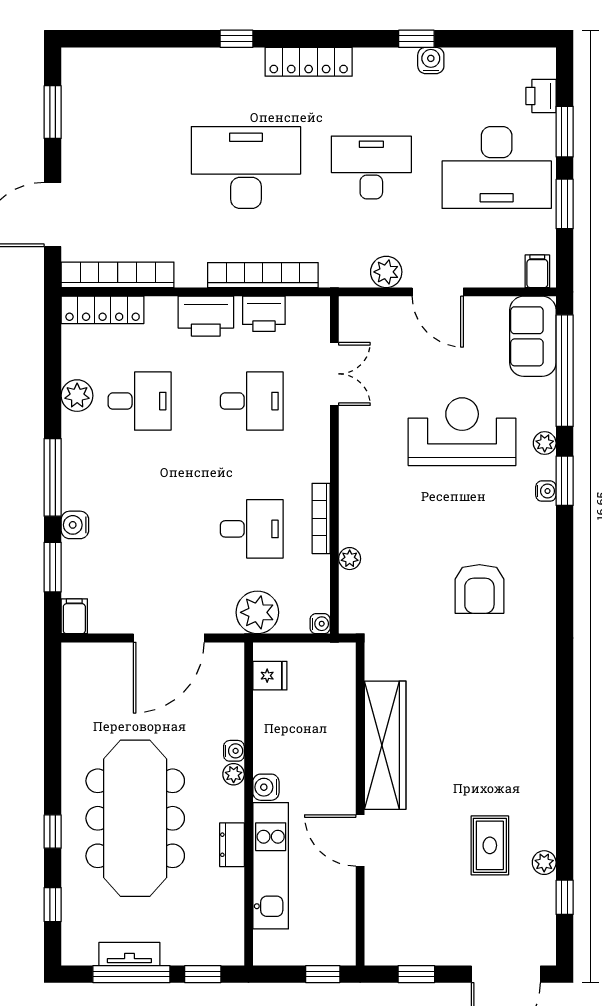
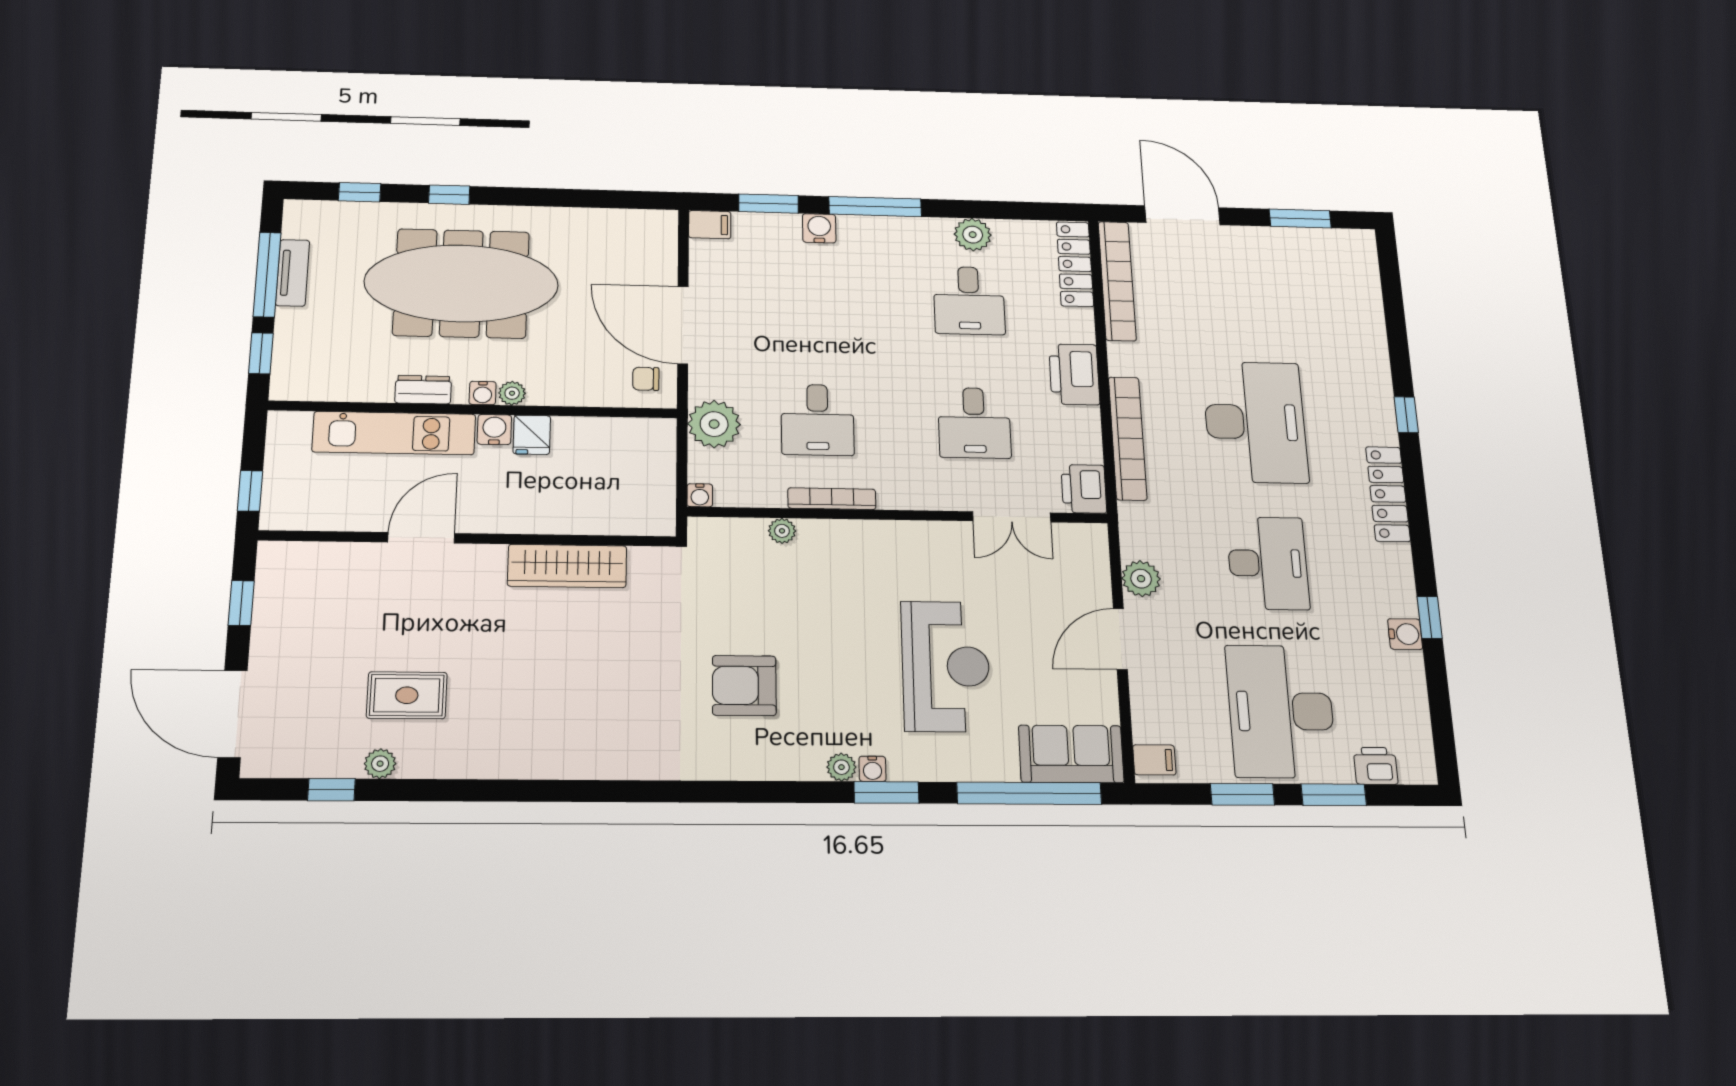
printer: (264, 314) -> (1084, 489), moved
plant: (545, 443) -> (841, 767), moved
chair: (218, 668) -> (646, 379), added
fridge: (270, 676) -> (532, 435), moved
wardrobe: (385, 745) -> (567, 566), width x0.71, depth x0.85
water cooler: (234, 751) -> (483, 393), moved

